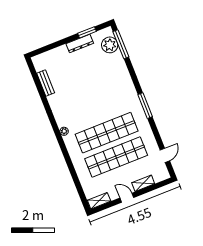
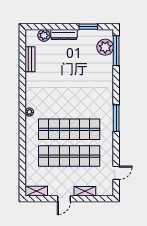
dresser: (80, 44) -> (64, 35), moved
plant: (50, 56) -> (44, 35), added
door: (127, 198) -> (64, 199), swing flipped

